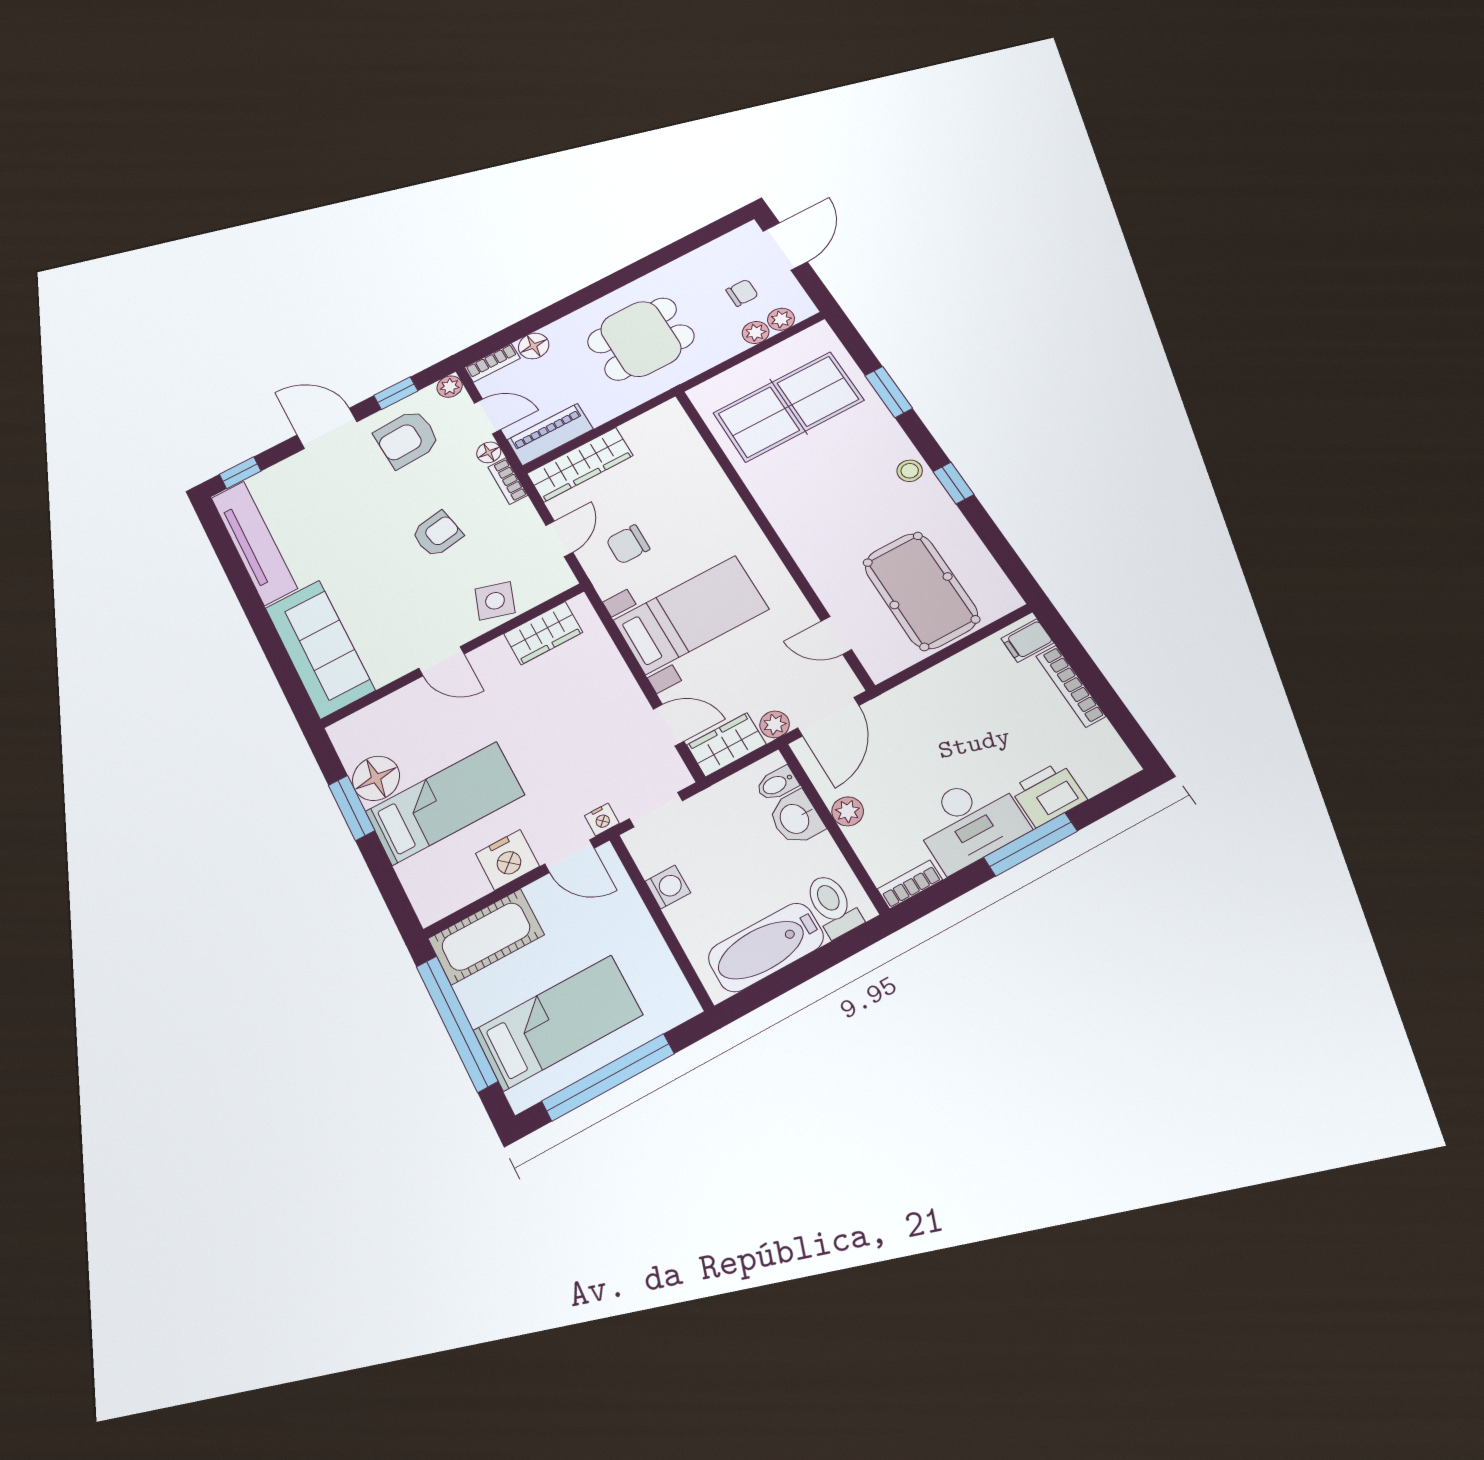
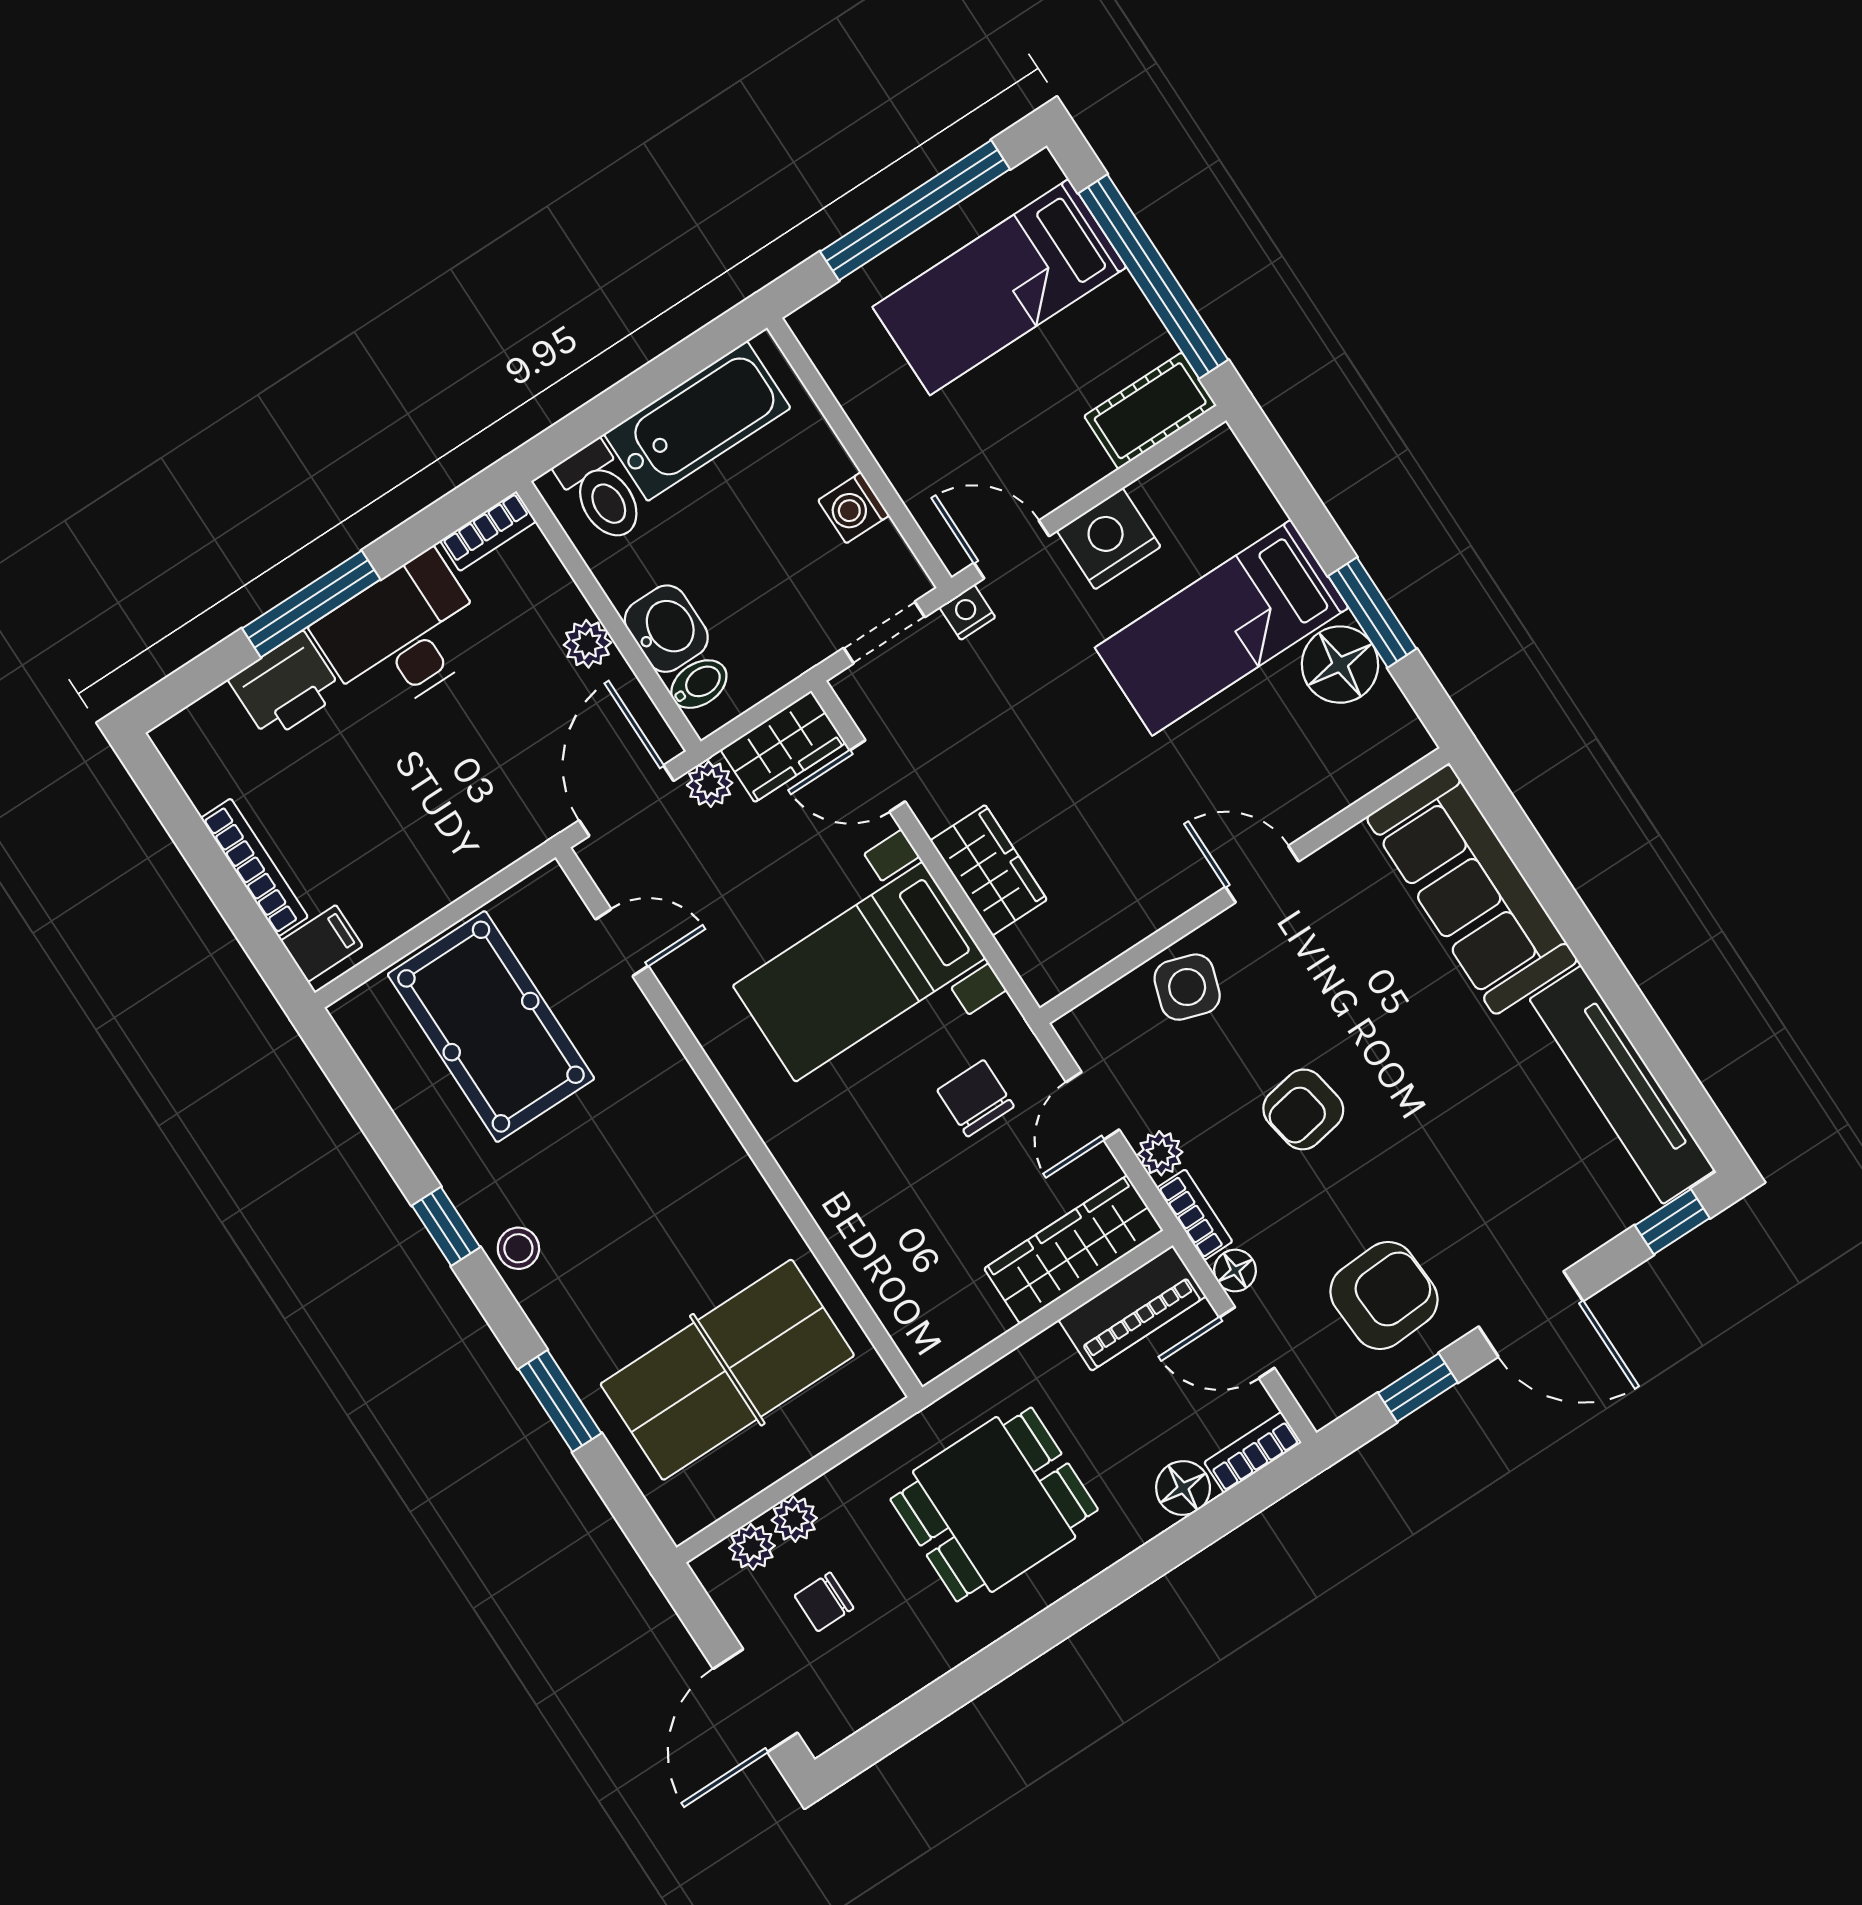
plant: (450, 387) -> (1160, 1153), moved
chair: (628, 544) -> (976, 1098), turned -90
wardrobe: (543, 633) -> (989, 870), moved, turned 90
cot: (486, 937) -> (1150, 411), width x0.73, depth x0.75

